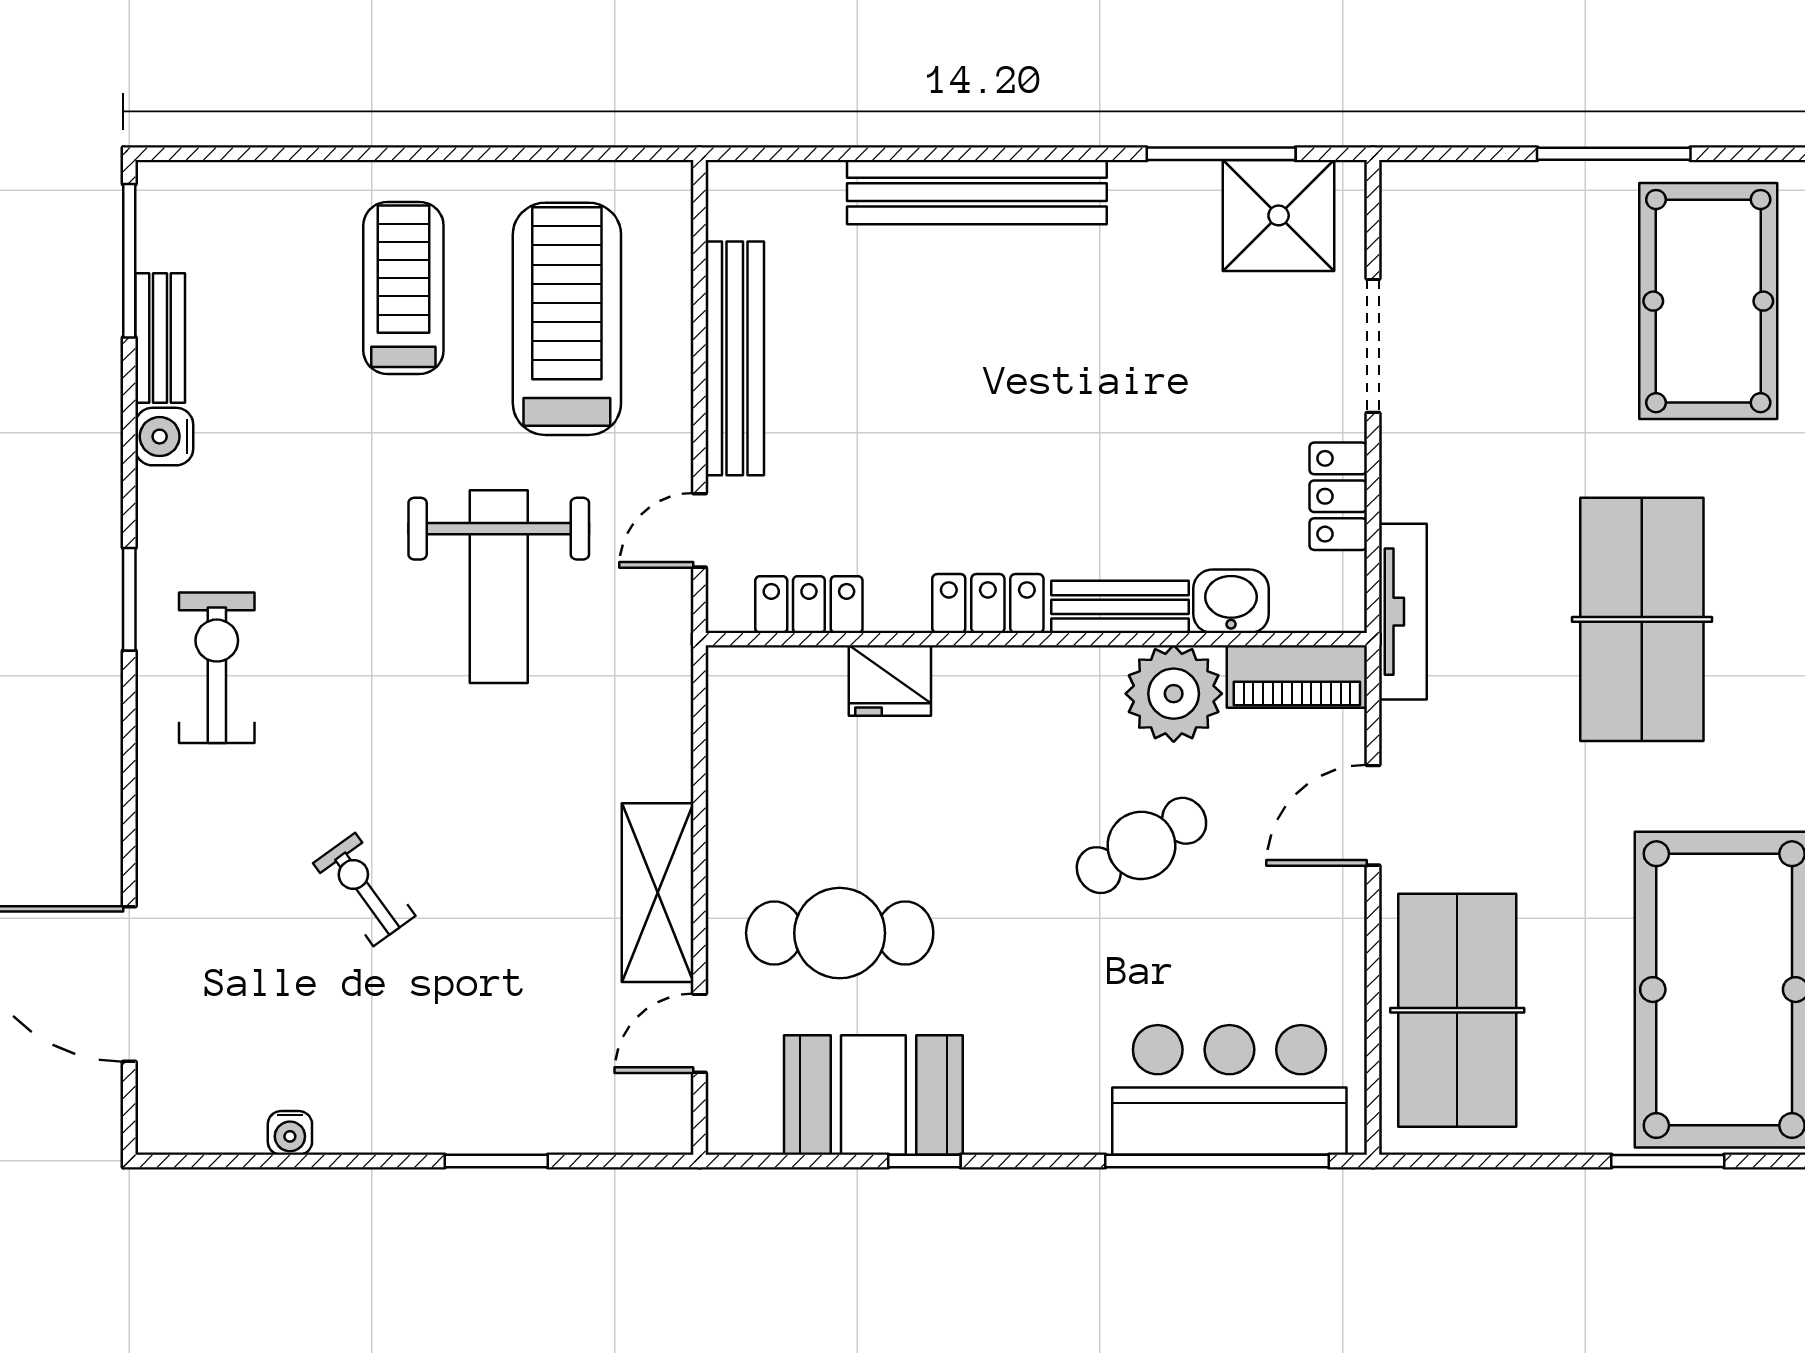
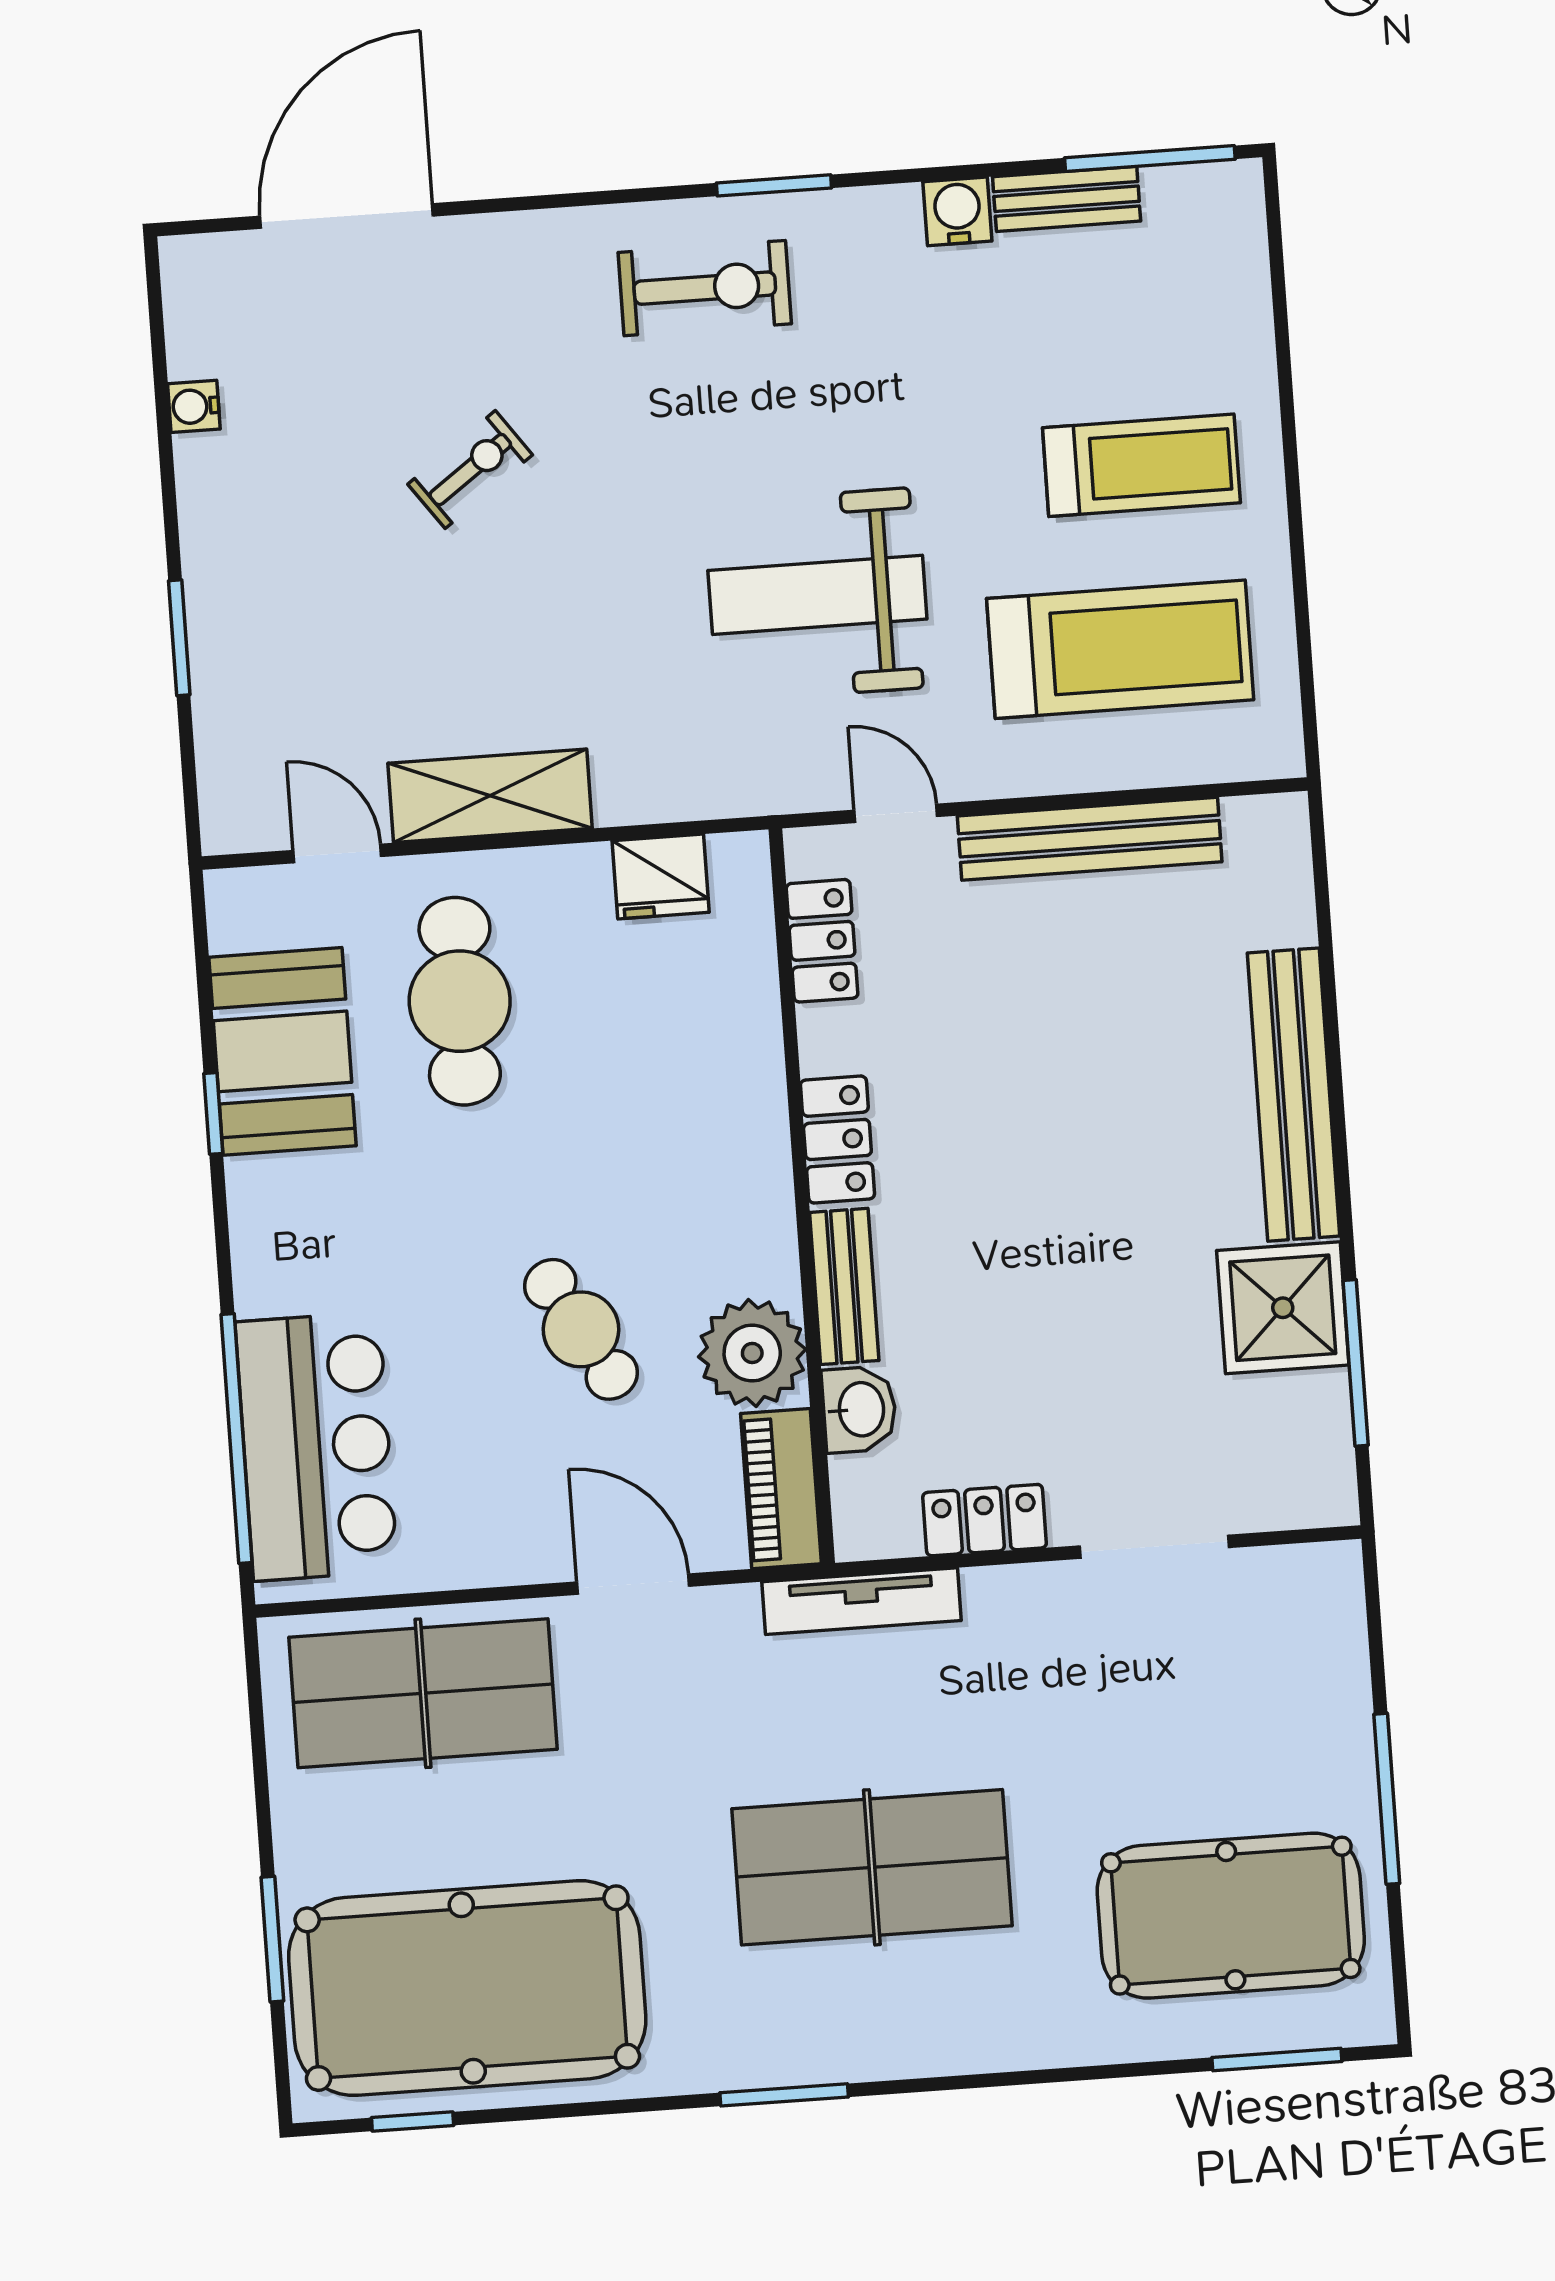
shower: (1279, 215) -> (1283, 1308), moved
fridge: (890, 681) -> (661, 876), moved, turned -90

